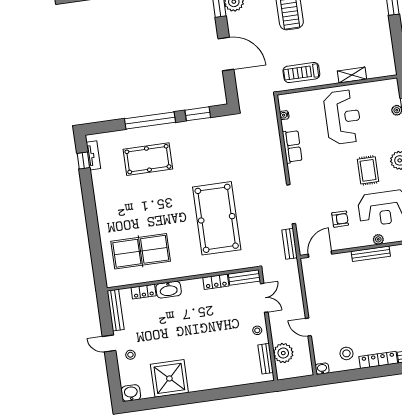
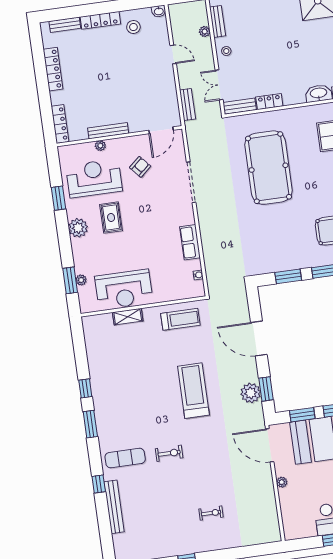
reception desk: (343, 117) -> (124, 289), moved, turned -90
armchair: (340, 219) -> (140, 167), turned 139
bench: (290, 244) -> (188, 104), moved
plant: (283, 353) -> (205, 31), width x0.53, depth x0.53

